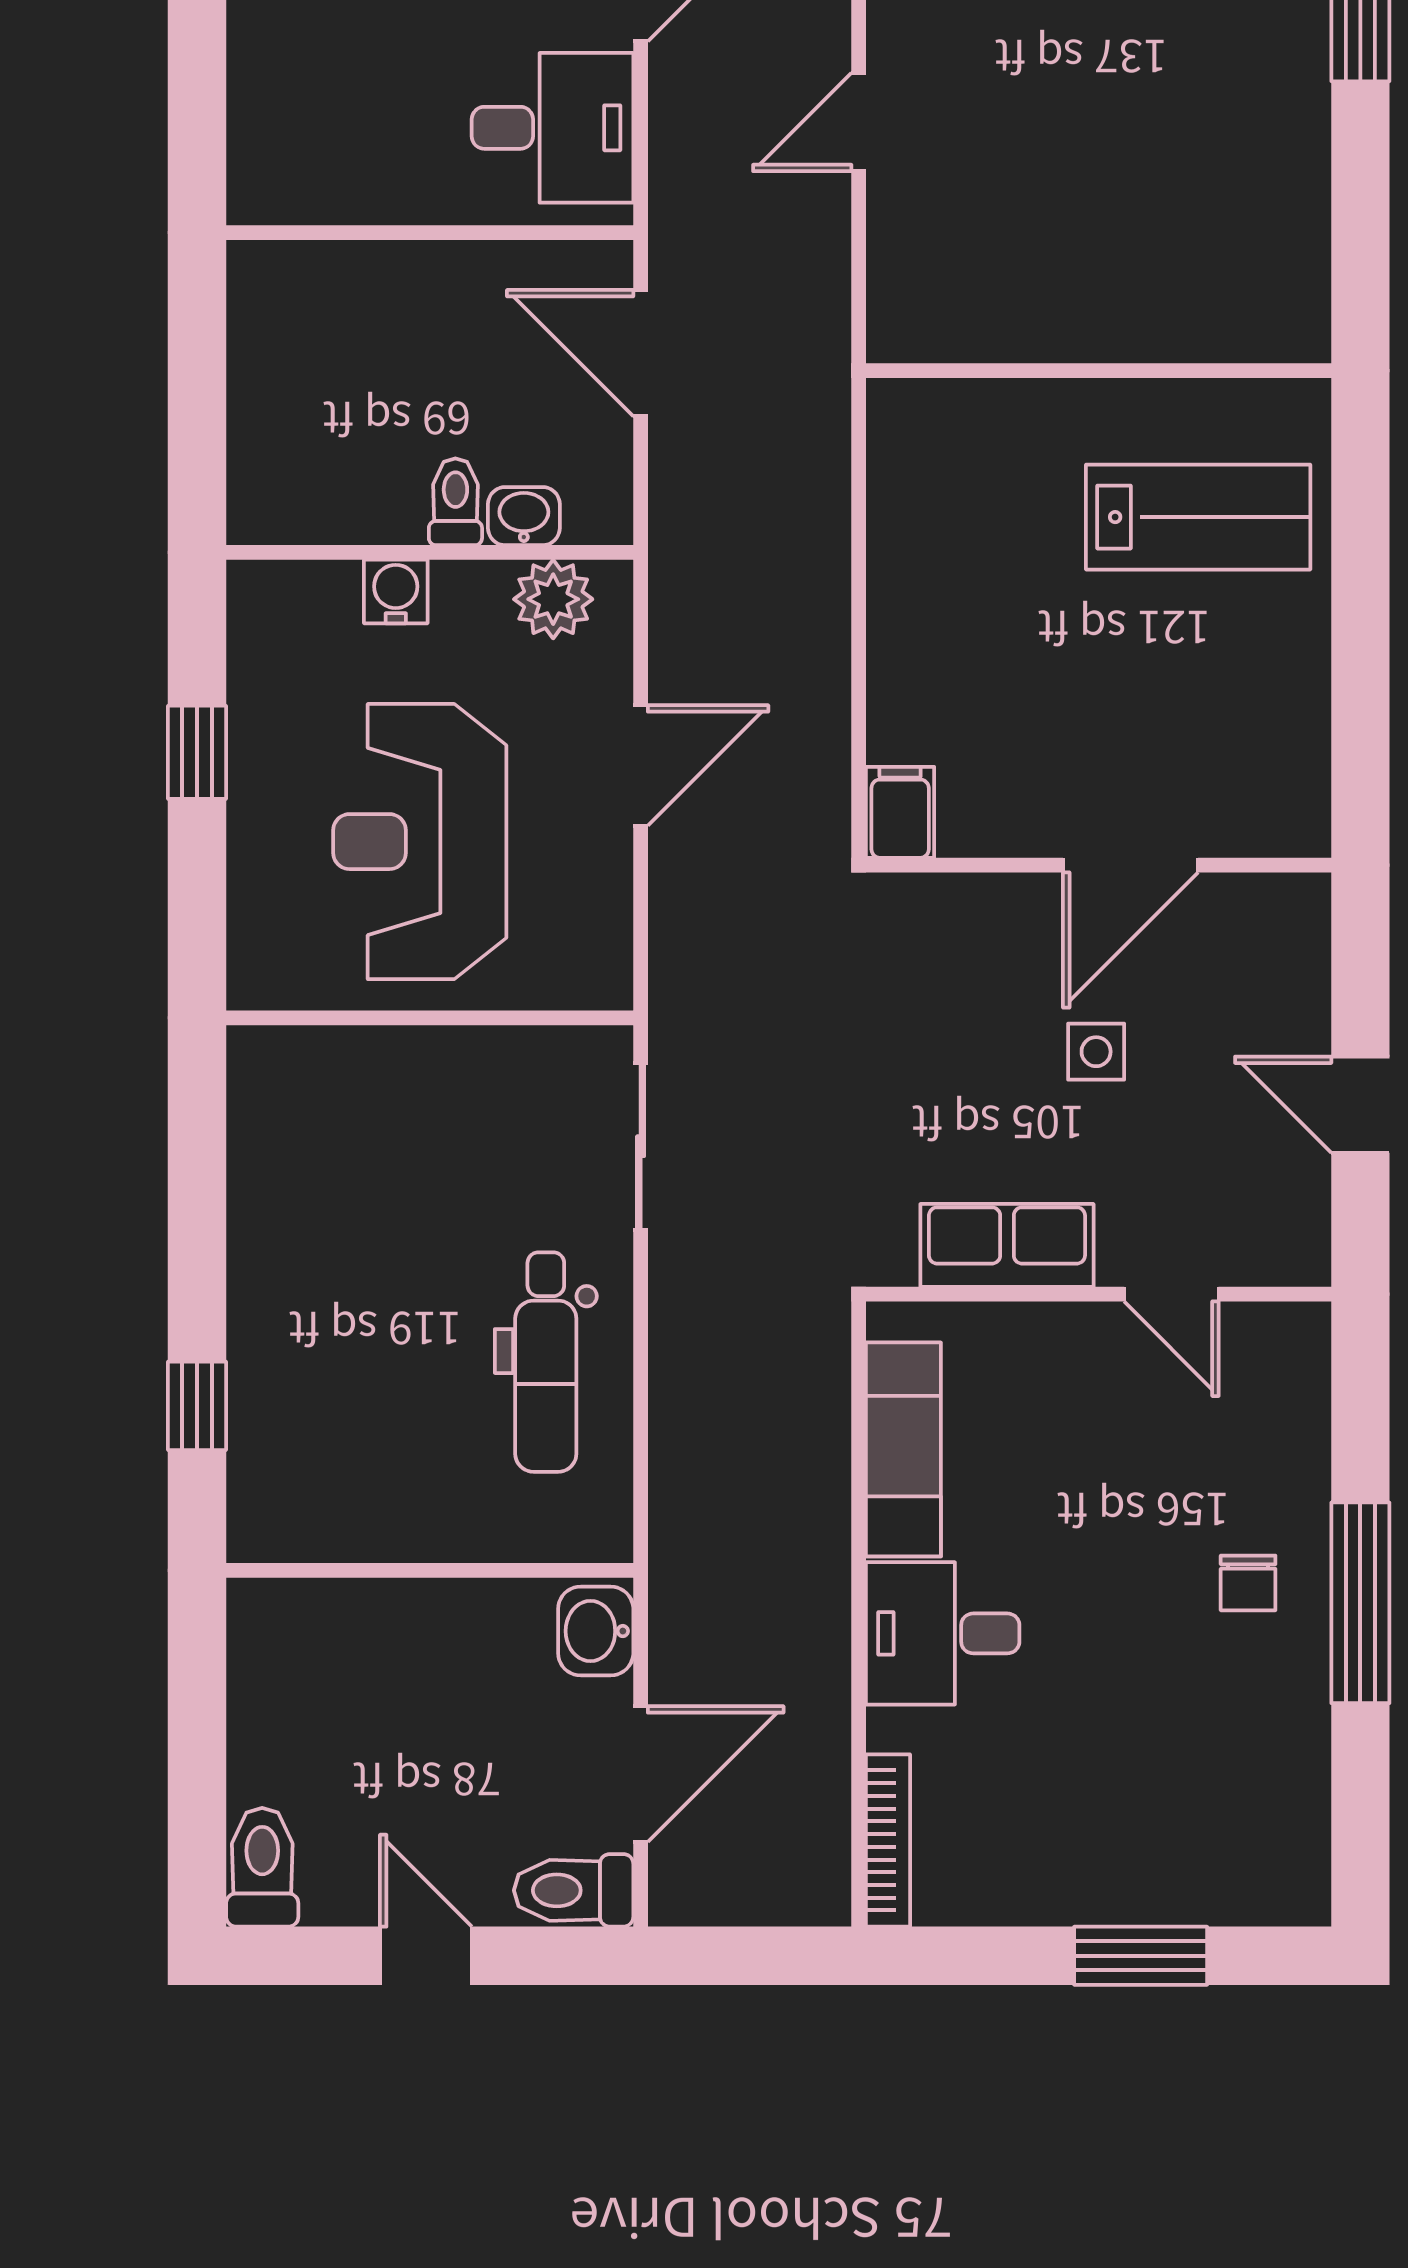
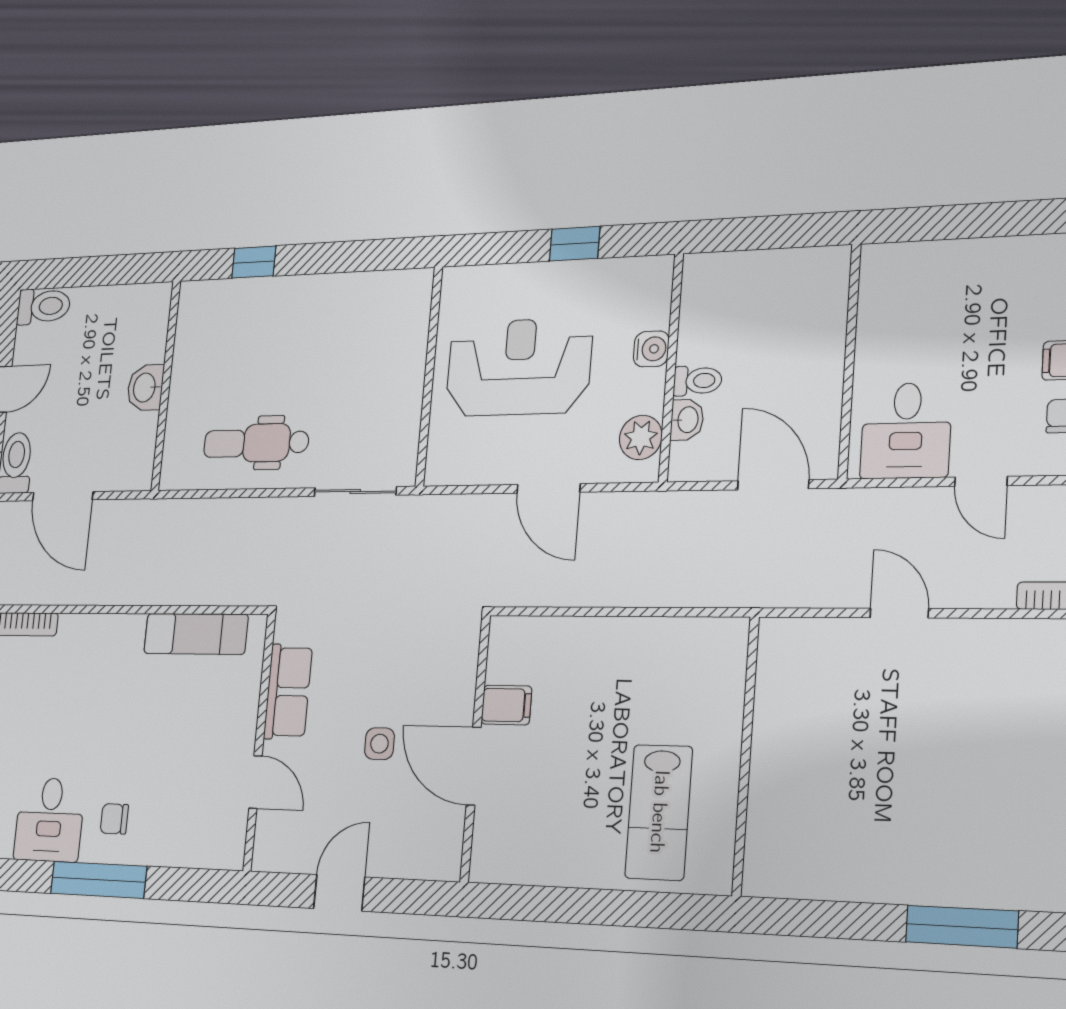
door: (641, 353) -> (773, 485), hinge flipped
filing cabinet: (900, 812) -> (506, 705), moved
door: (1171, 1294) -> (255, 782), swing flipped
washbasin: (596, 1631) -> (145, 388), moved, turned -90
desk: (943, 1633) -> (49, 820), moved, turned 180

